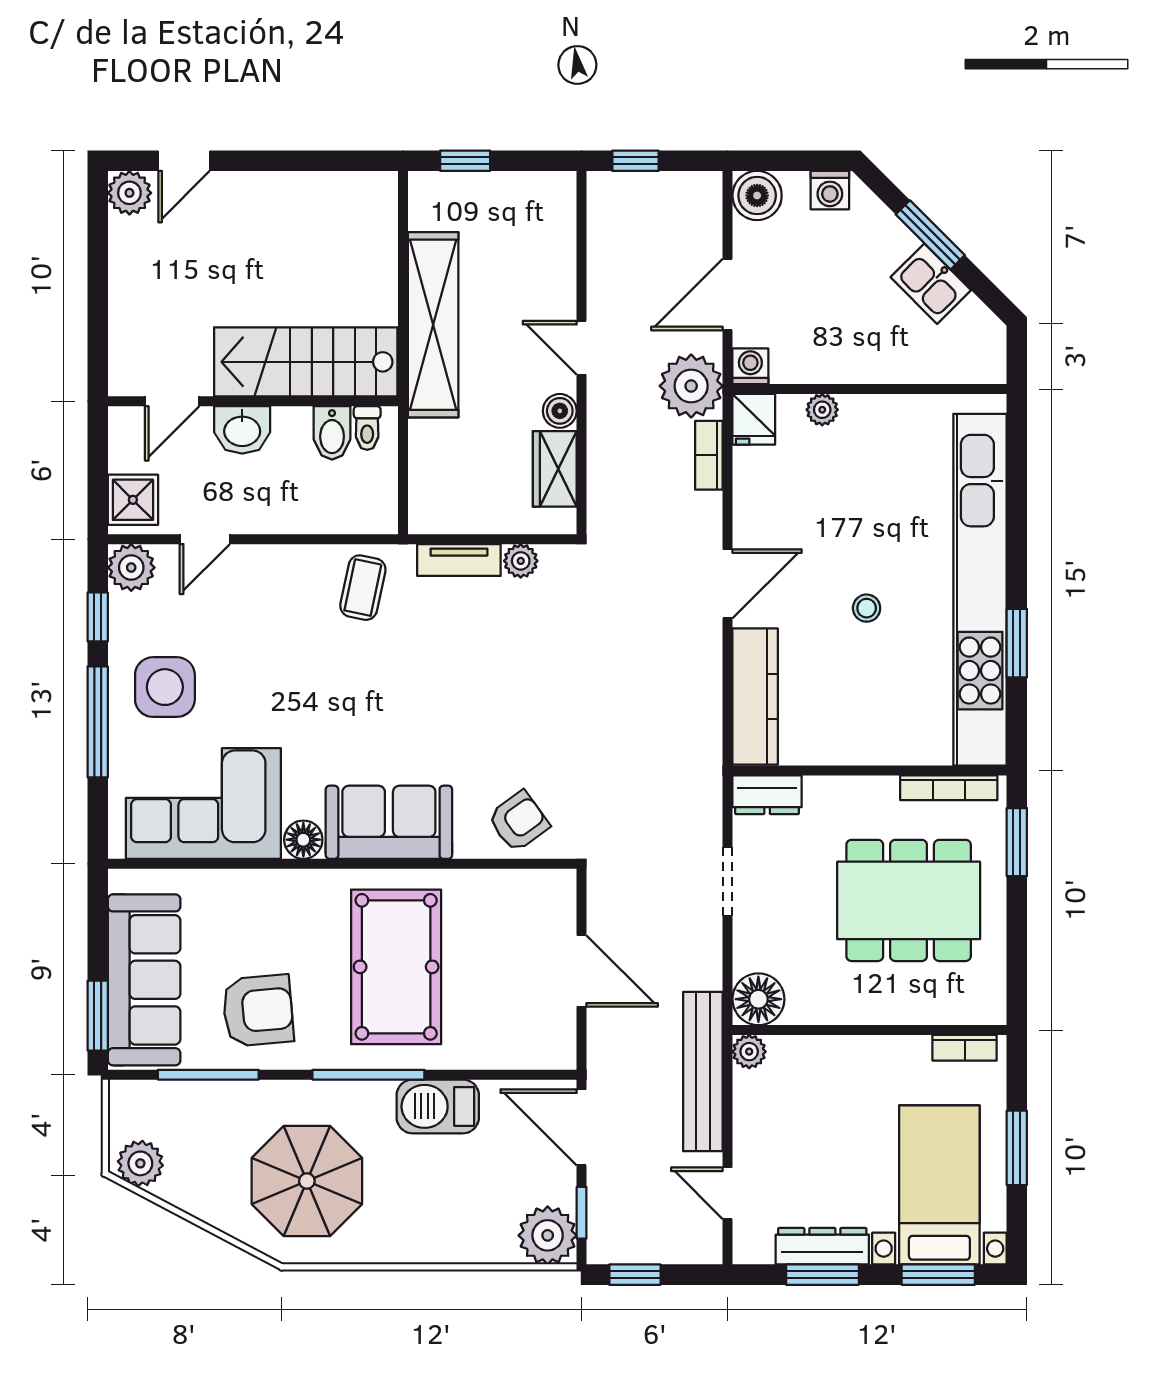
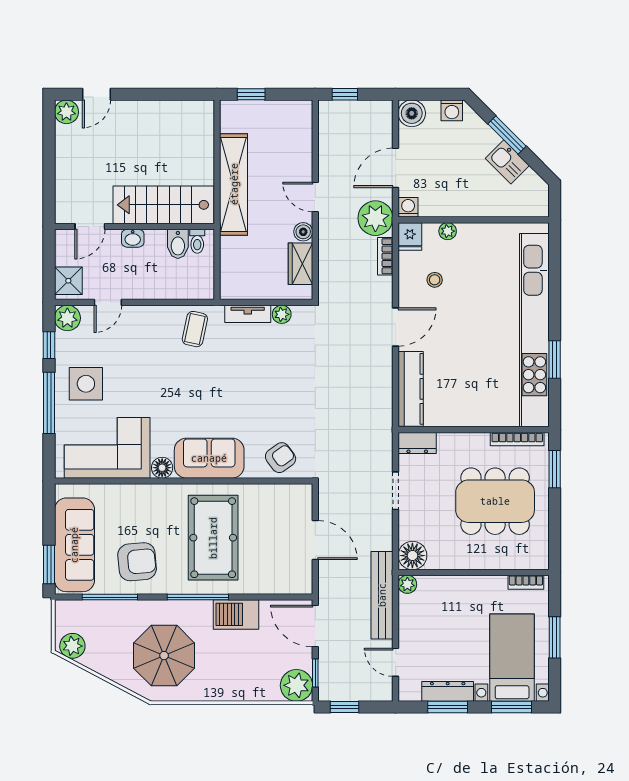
washbasin: (242, 430) -> (133, 238), width x0.72, depth x0.69
stool: (867, 608) -> (435, 280), moved

